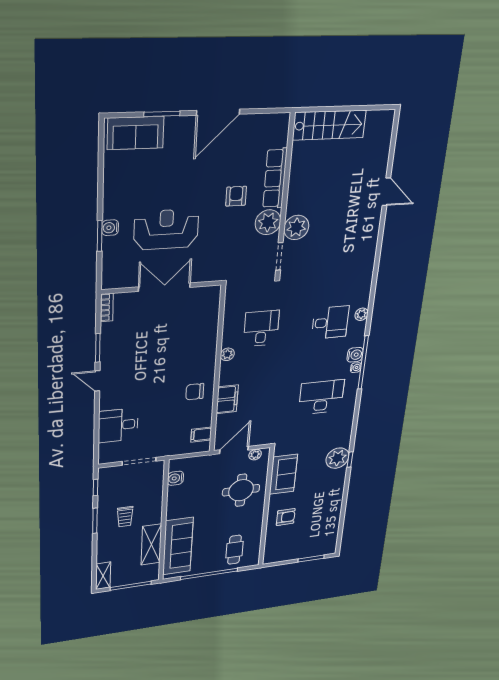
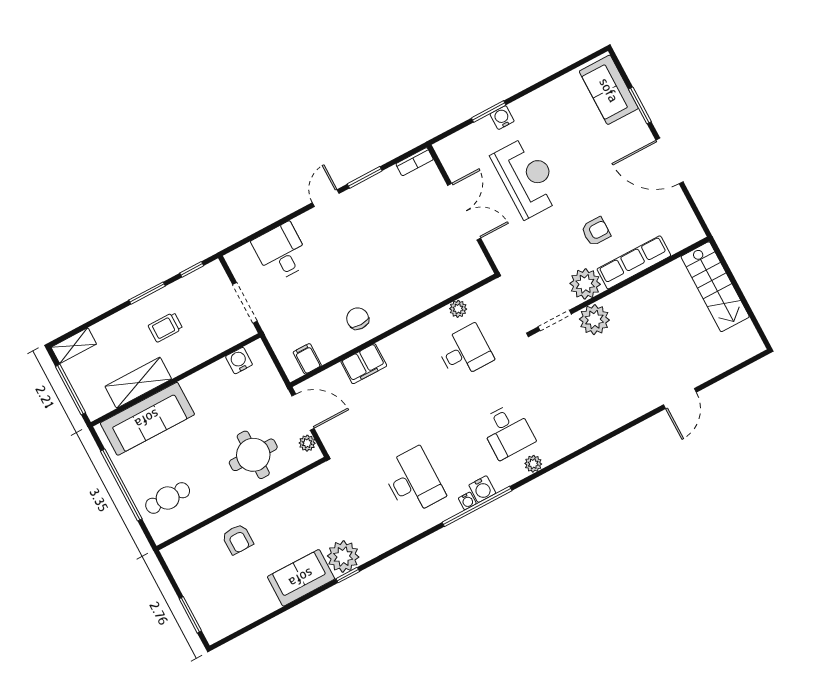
plant: (227, 354) -> (458, 309), moved
sofa: (283, 474) -> (301, 578), moved, turned 180

